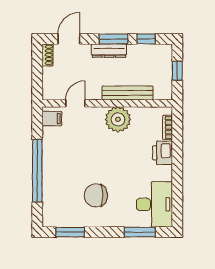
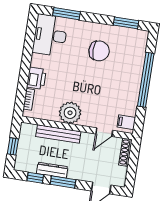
dresser: (109, 51) -> (52, 170), moved
shoe rack: (47, 55) -> (125, 152), moved, width x1.43

